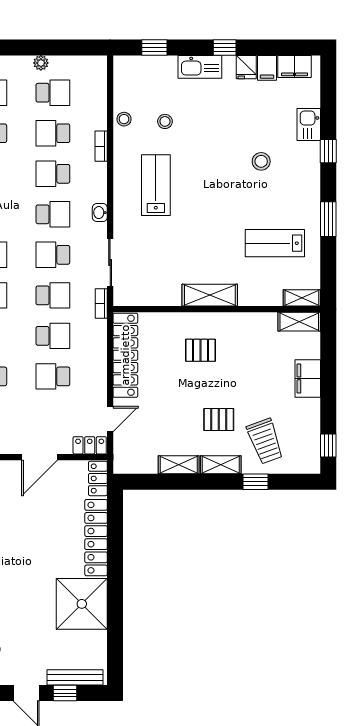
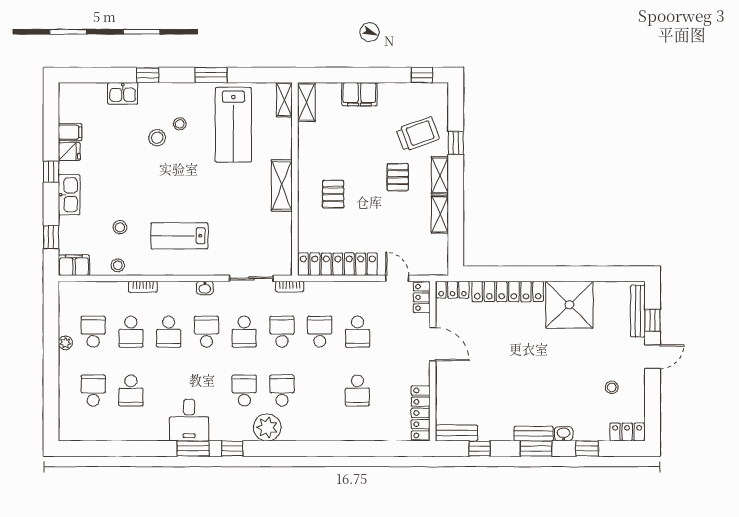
filing cabinet: (295, 67) -> (74, 265), moved, turned -90
stool: (276, 186) -> (180, 124), added
lab bench: (275, 243) -> (233, 125), width x1.36, depth x1.39

